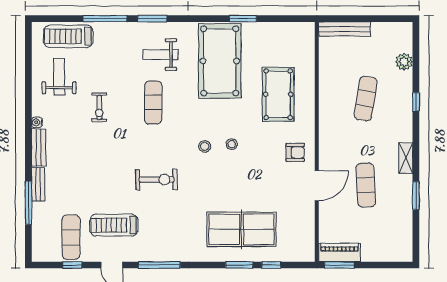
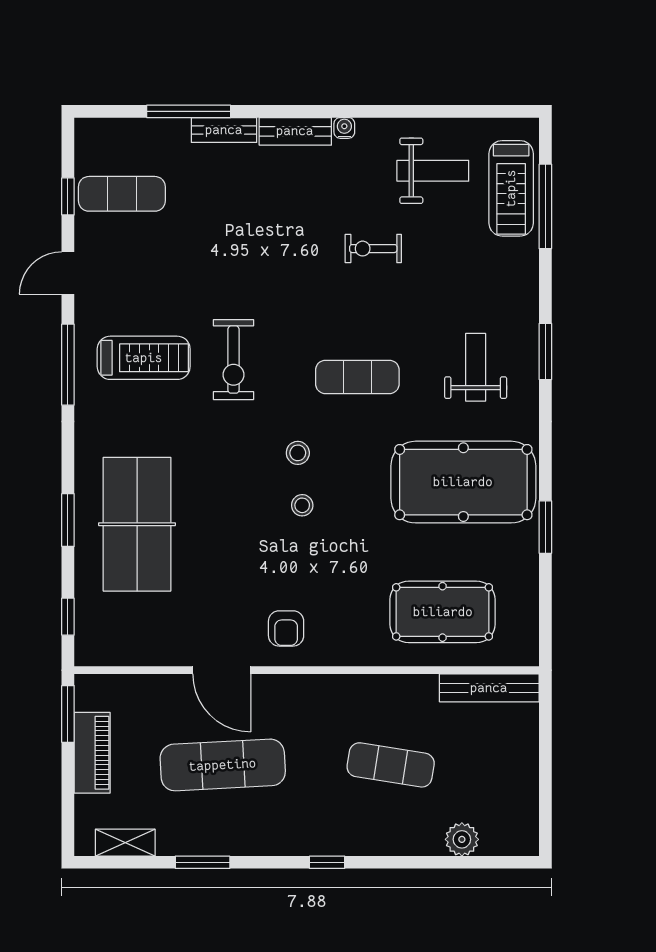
window: (105, 19) -> (545, 206), moved
bench: (344, 29) -> (489, 688), moved, turned 90
treadmill: (68, 36) -> (511, 188), turned 180
pool table: (278, 94) -> (443, 612), moved
window: (416, 102) -> (327, 862), moved
exercise mat: (153, 103) -> (357, 377), moved
shelving: (406, 158) -> (125, 843), moved
exercise mat: (366, 185) -> (223, 765), width x1.36, depth x1.45
treadmill: (114, 225) -> (144, 358), moved, turned 90
piano: (340, 252) -> (92, 753), moved
window: (271, 265) -> (68, 617), moved

